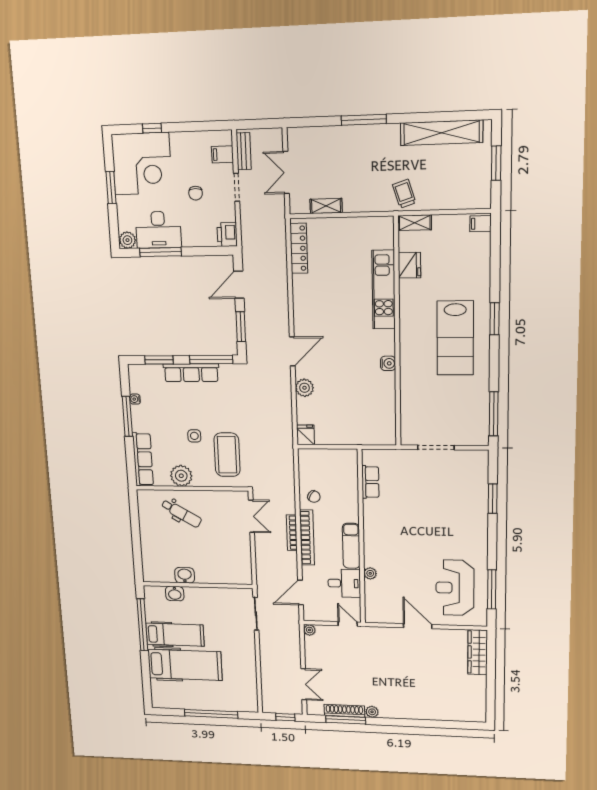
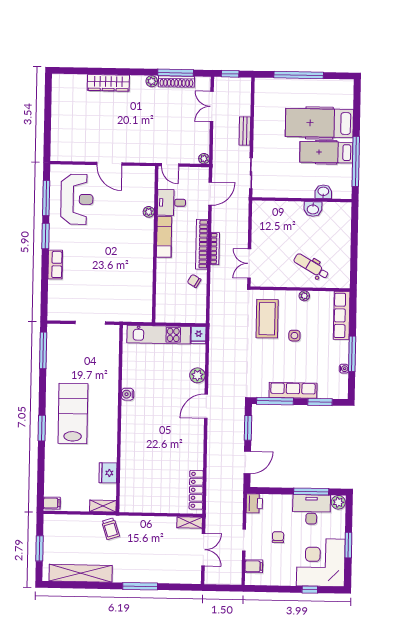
bench: (244, 151) -> (245, 131), moved
shelving: (326, 206) -> (190, 523), moved
kitchen unit: (384, 290) -> (159, 335), moved, turned 90
plant: (181, 476) -> (304, 296), width x0.53, depth x0.53
row of seats: (370, 482) -> (55, 265), moved, turned 180
window: (493, 499) -> (45, 236), moved
wardrobe: (478, 652) -> (108, 83), moved, turned 90

